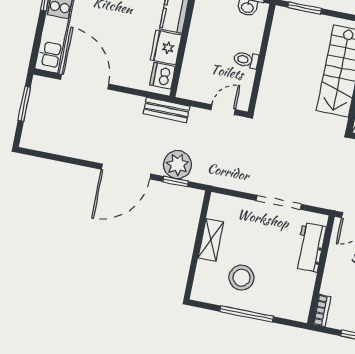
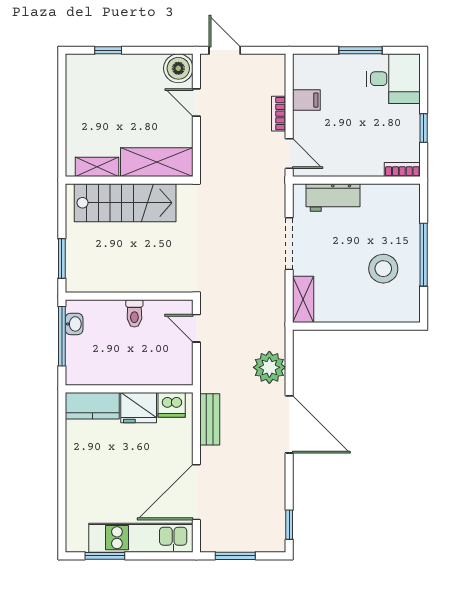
bench: (166, 110) -> (210, 419), moved
window: (175, 182) -> (289, 525), moved
shelving: (211, 240) -> (303, 299), moved, turned 90

